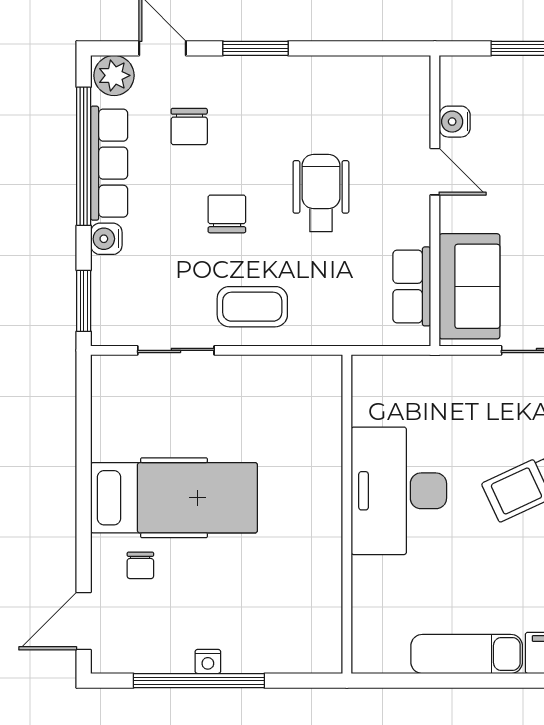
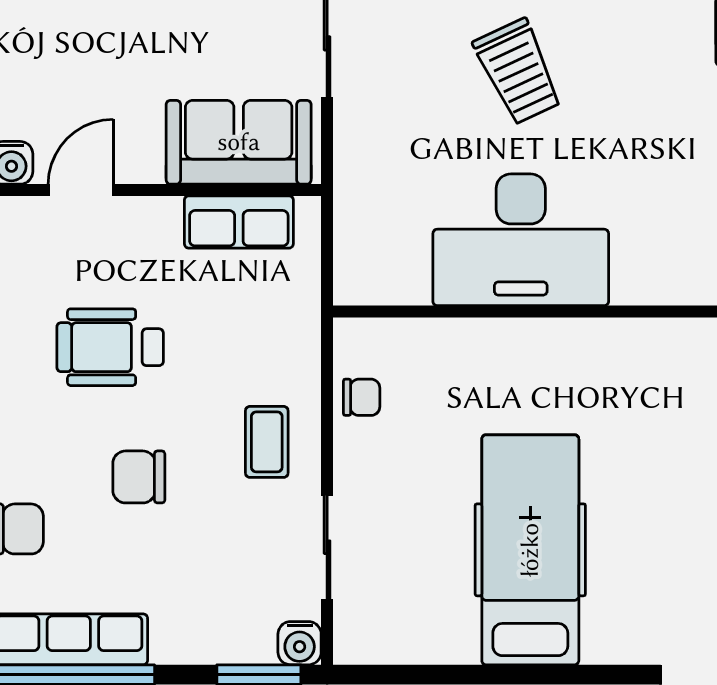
water cooler: (106, 239) -> (300, 643), moved
coffee table: (252, 307) -> (267, 442), width x0.73, depth x0.77
chair: (140, 565) -> (362, 397), moved

